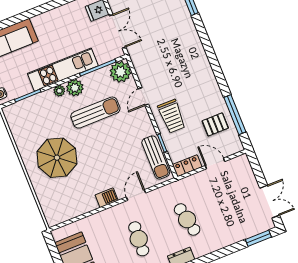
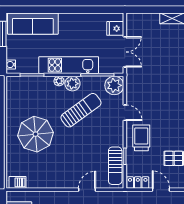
door: (143, 96) -> (125, 113), swing flipped
sun lounger: (95, 113) -> (81, 110), turned -36
trolley: (172, 116) -> (141, 138), turned 180
barbecue: (107, 198) -> (18, 182), moved

